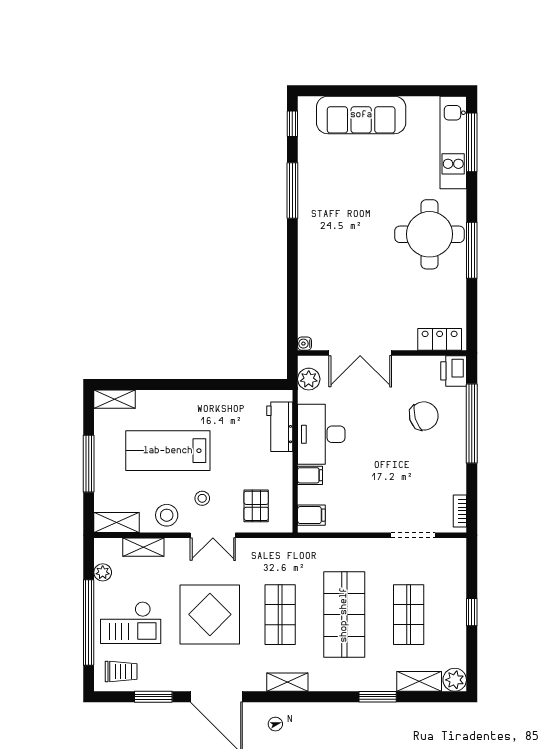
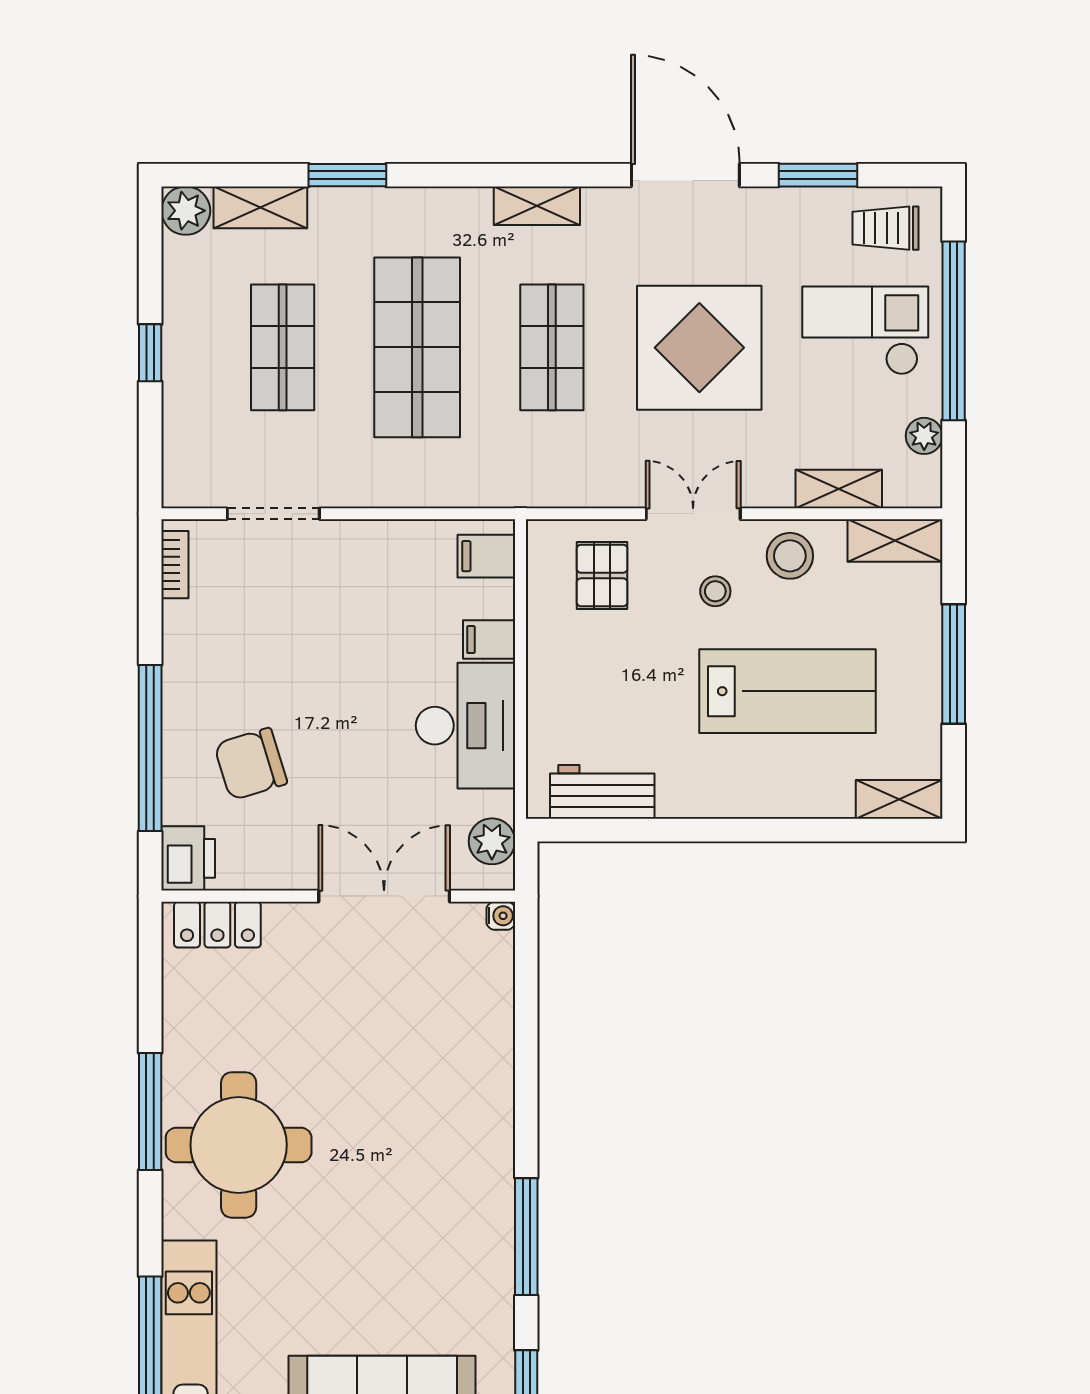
workbench: (280, 427) -> (602, 792), moved, turned -90

